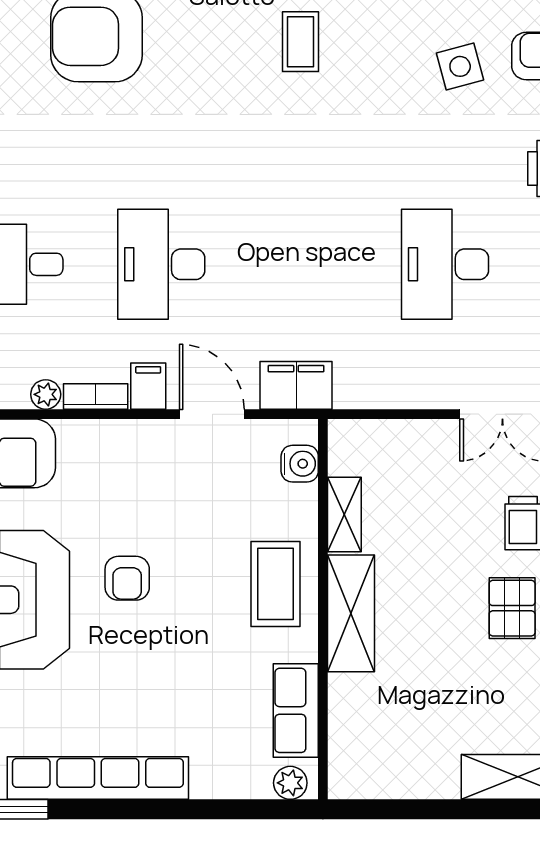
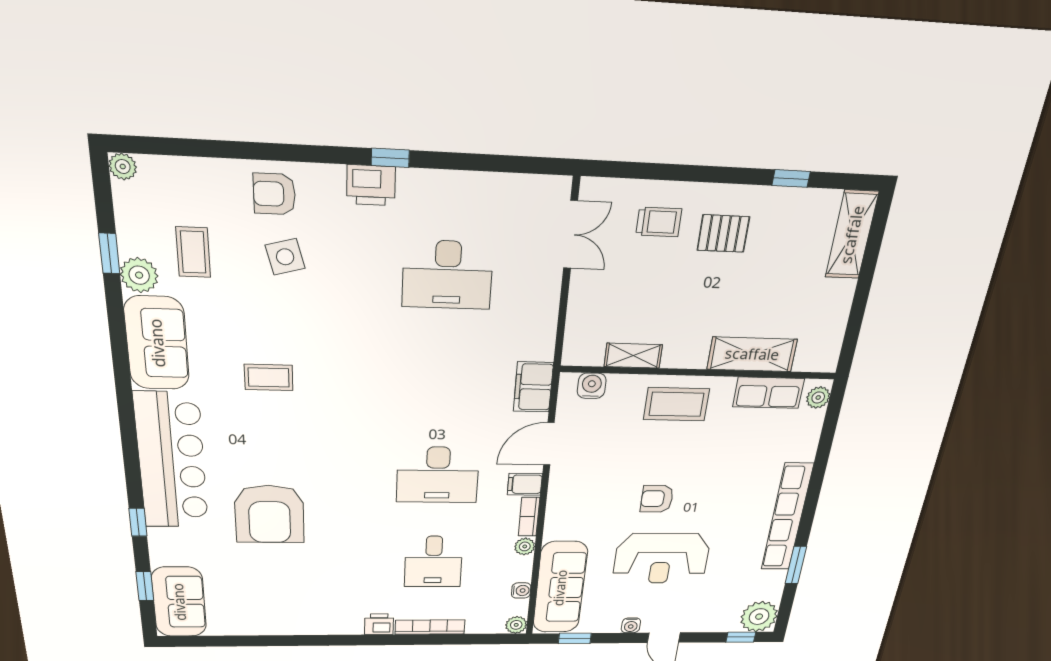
armchair: (127, 578) -> (657, 499), turned 180
shelving: (351, 613) -> (752, 354), moved

